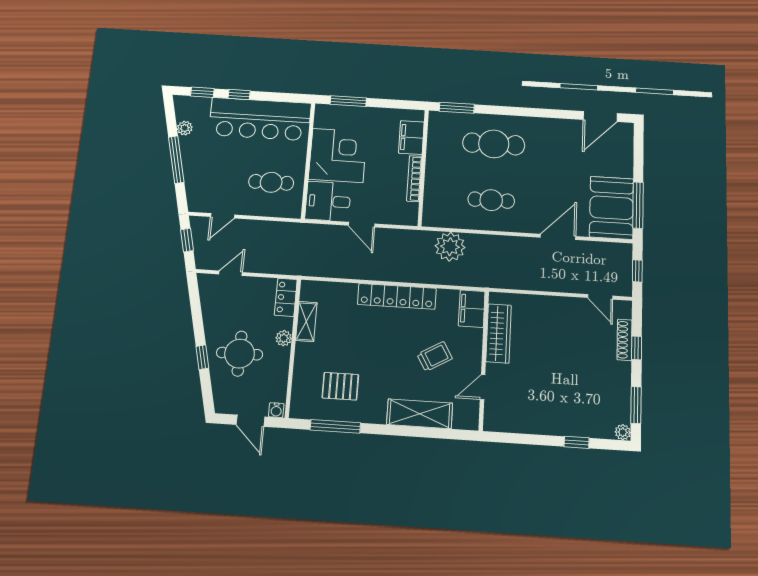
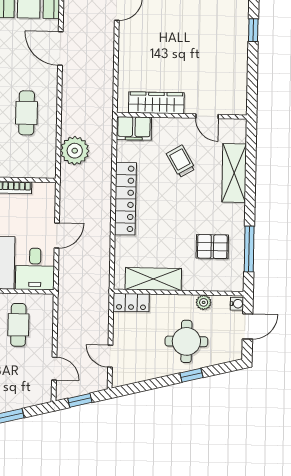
shelving: (306, 321) -> (153, 279), width x1.50, depth x1.33
plant: (284, 338) -> (204, 302), moved
pallet: (340, 386) -> (212, 247), turned 90

